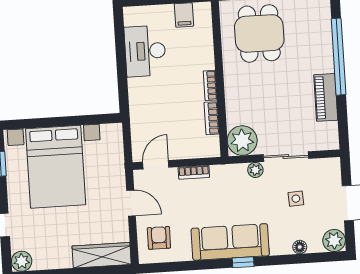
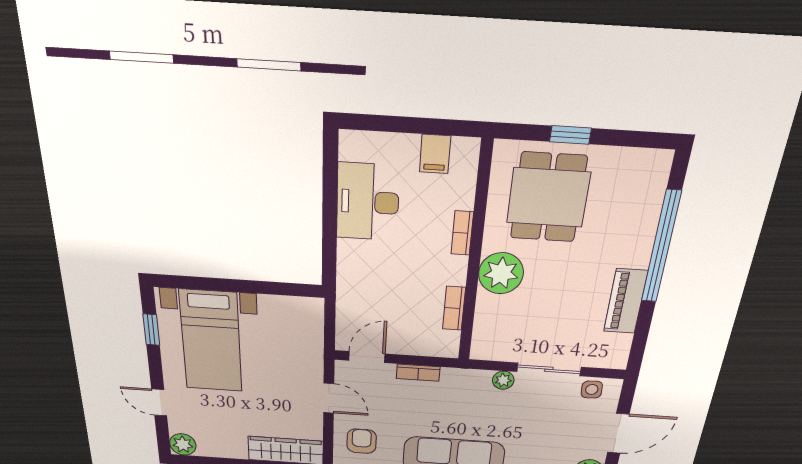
bookcase: (210, 85) -> (462, 233), moved
plant: (242, 141) -> (501, 273), moved
bed with nightstands: (56, 167) -> (211, 341), width x0.73
side table: (296, 199) -> (592, 389), moved

